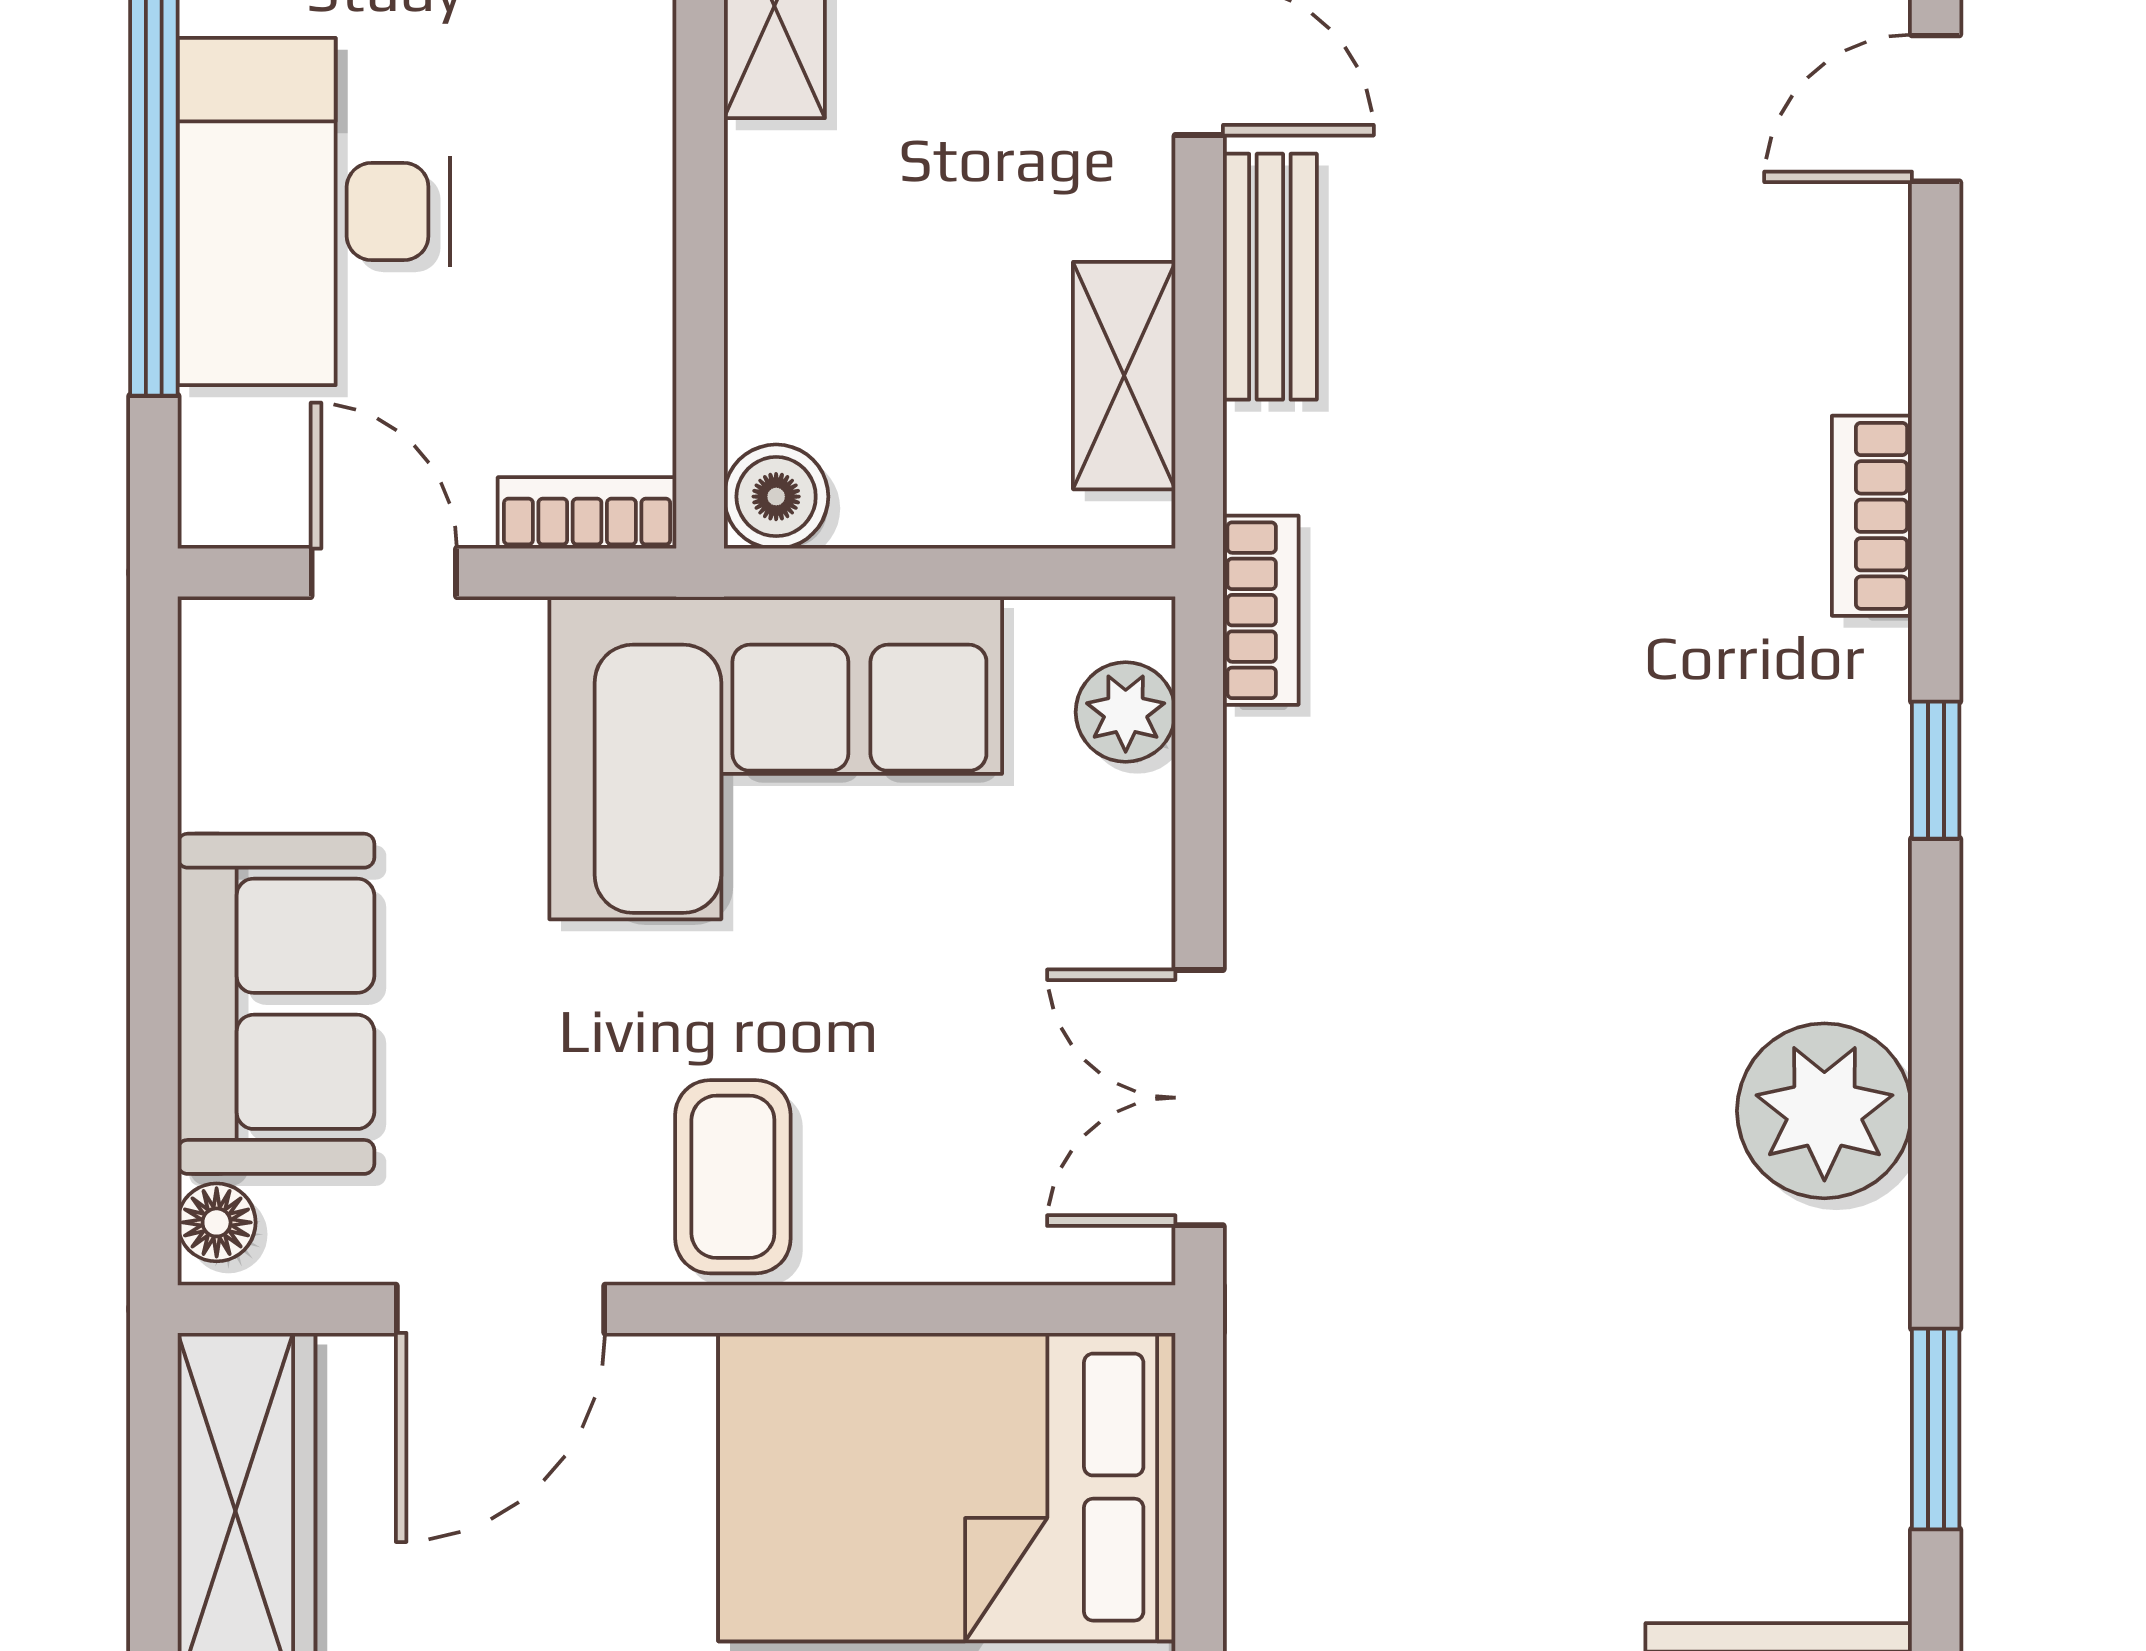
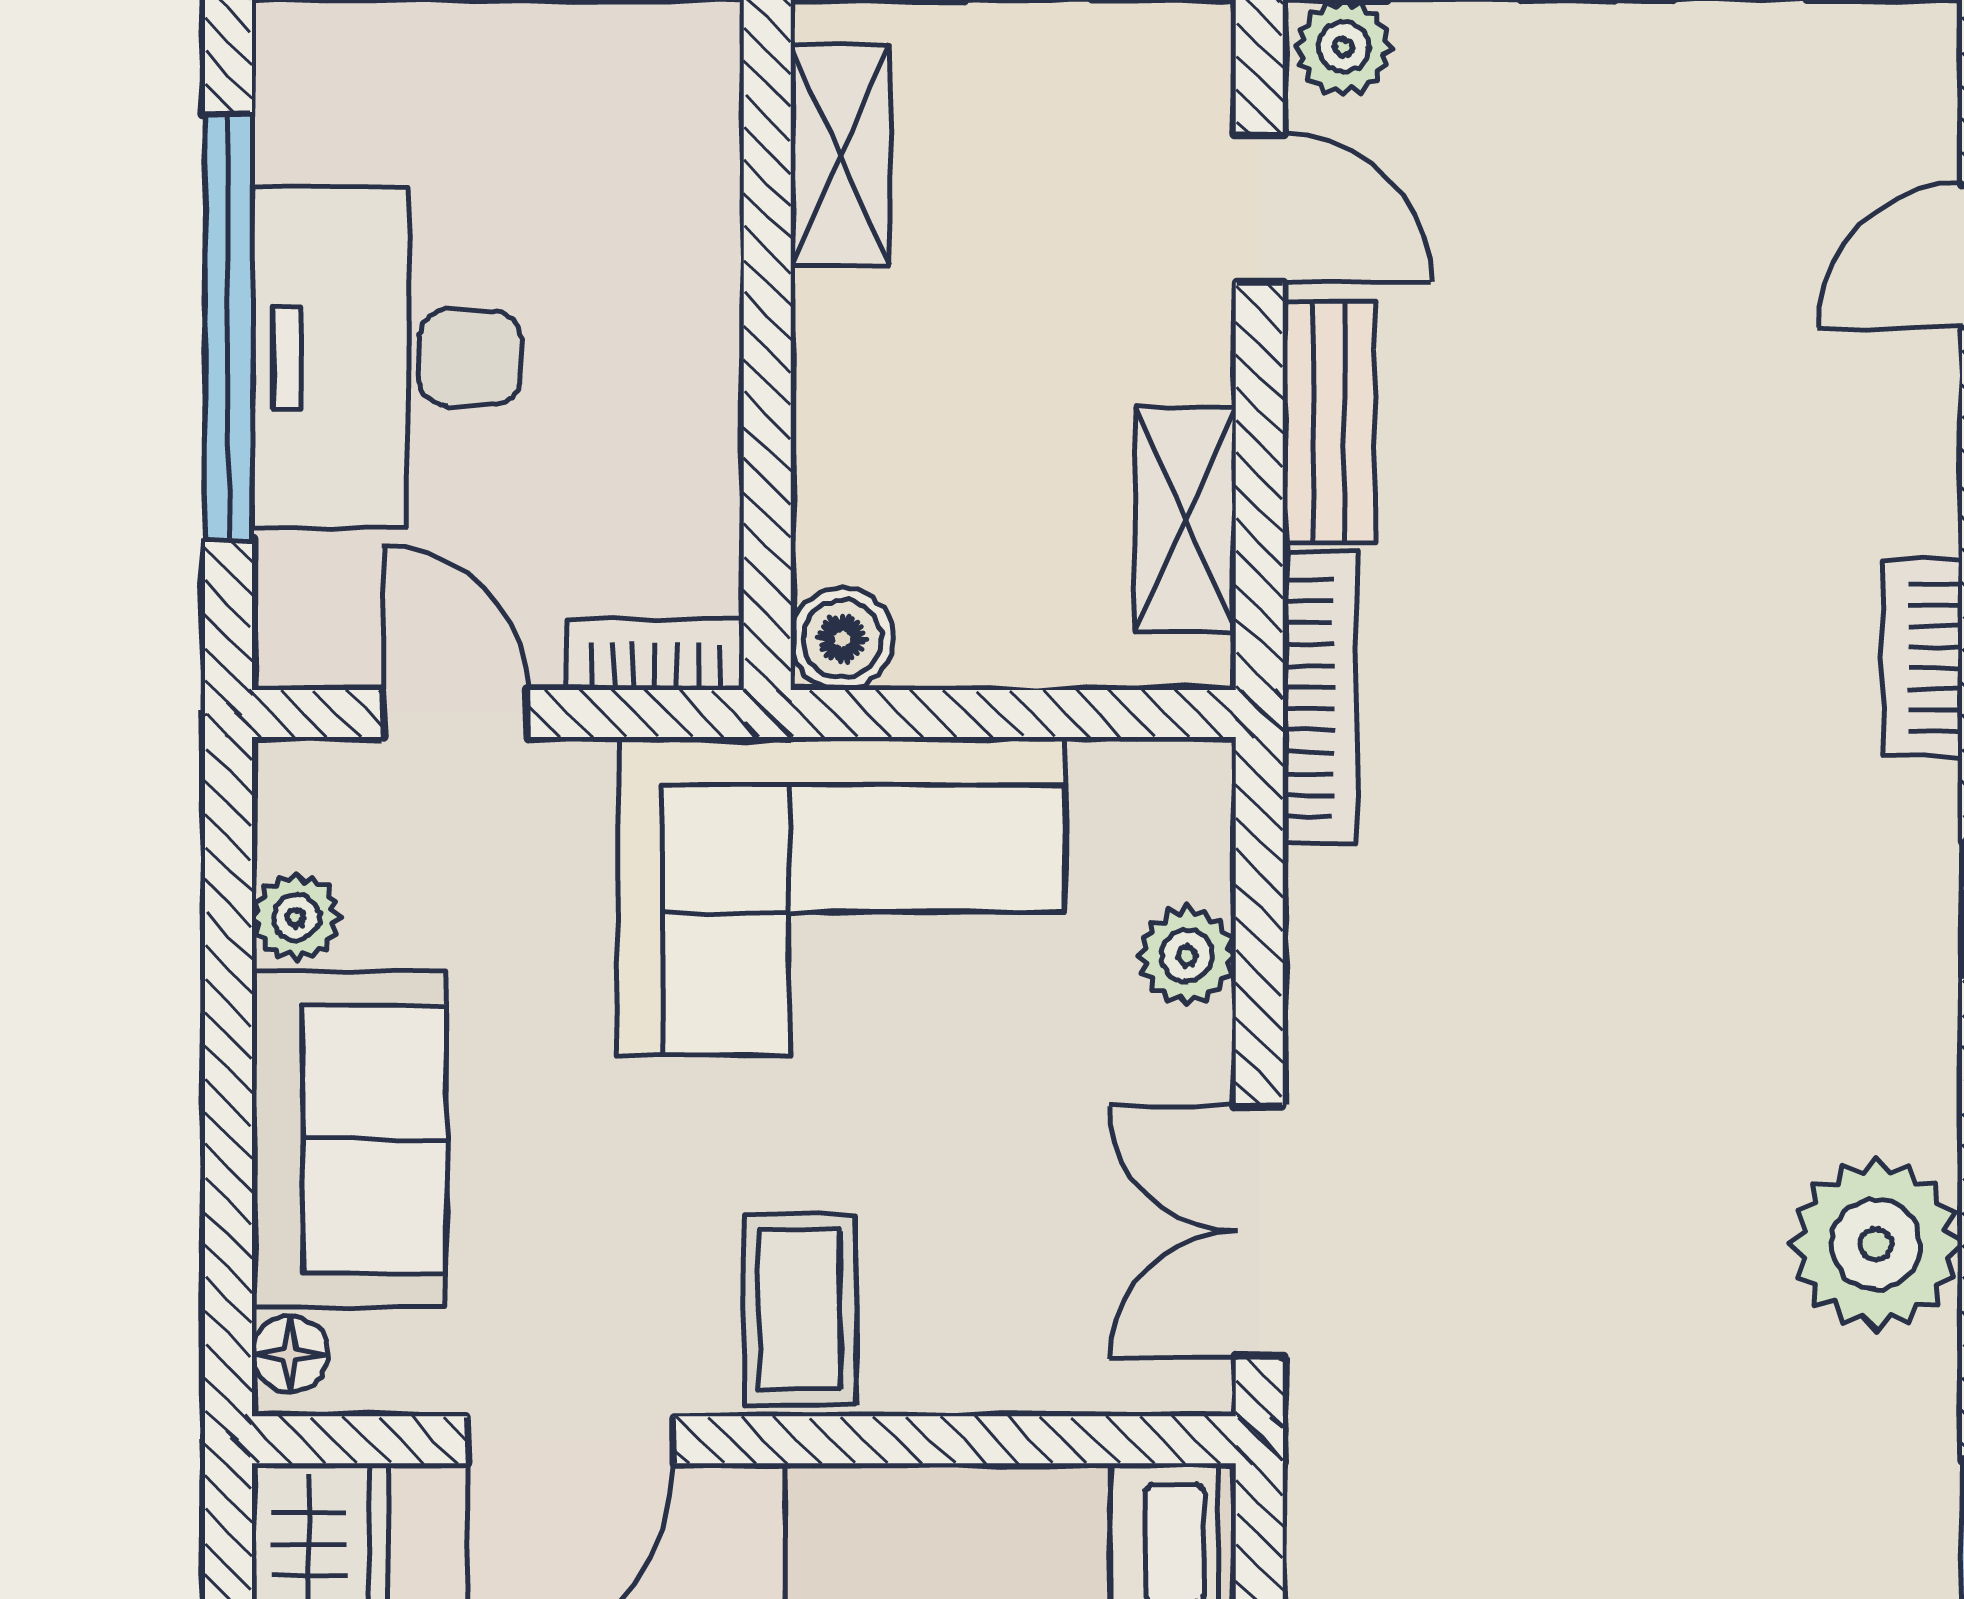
bookcase: (1261, 610) -> (1320, 698), width x1.56
plant: (1126, 712) -> (1187, 956), moved
plant: (222, 779) -> (296, 918), added

